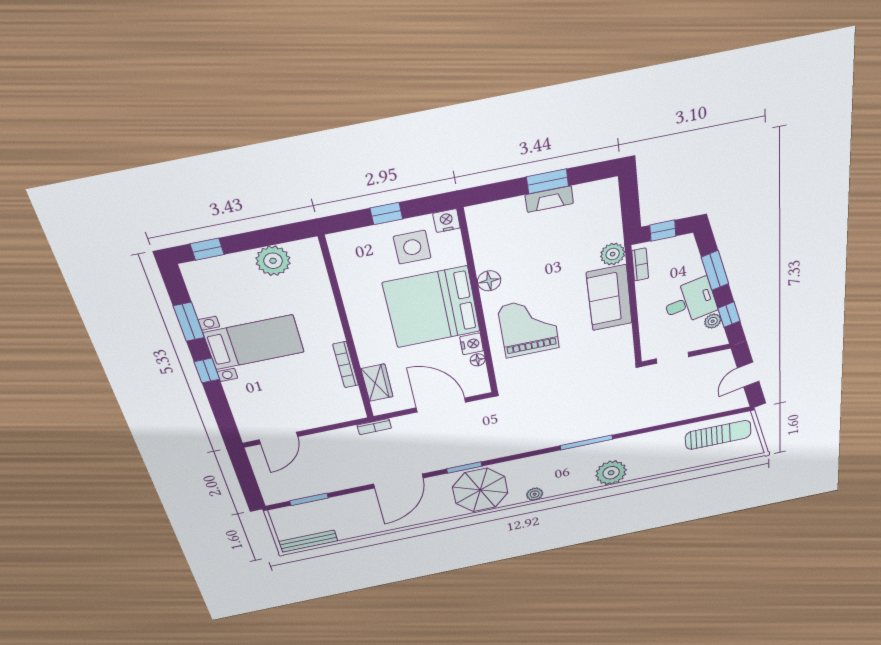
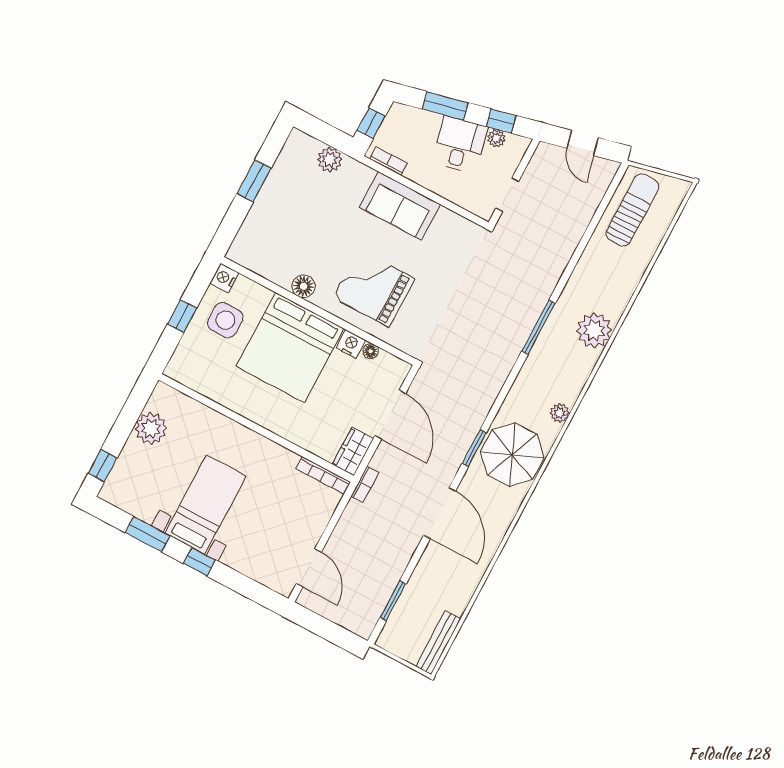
fireplace: (549, 199) -> (270, 190), removed
plant: (613, 254) -> (330, 160), moved
bookcase: (346, 365) -> (323, 475), moved
wardrobe: (377, 383) -> (353, 452), moved, turned -90
door: (441, 405) -> (390, 415), swing flipped

